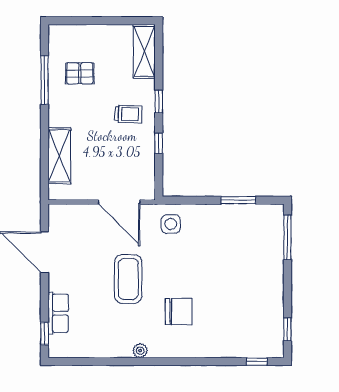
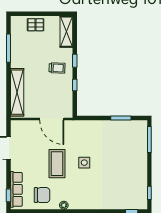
pallet: (80, 73) -> (36, 25), moved
shelving: (59, 156) -> (17, 92), width x1.47
side table: (171, 224) -> (84, 163), moved
chair: (179, 312) -> (42, 195), moved
row of seats: (58, 313) -> (16, 189), width x1.48

